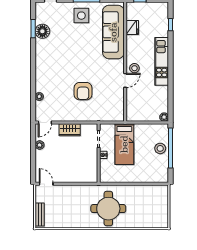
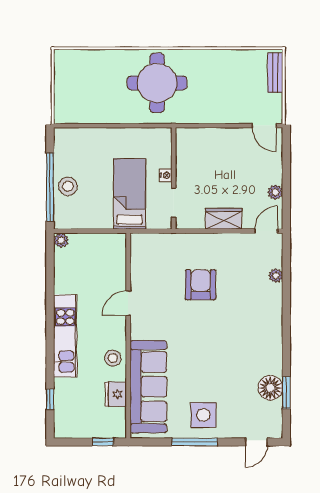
stool: (134, 68) -> (113, 358), moved

